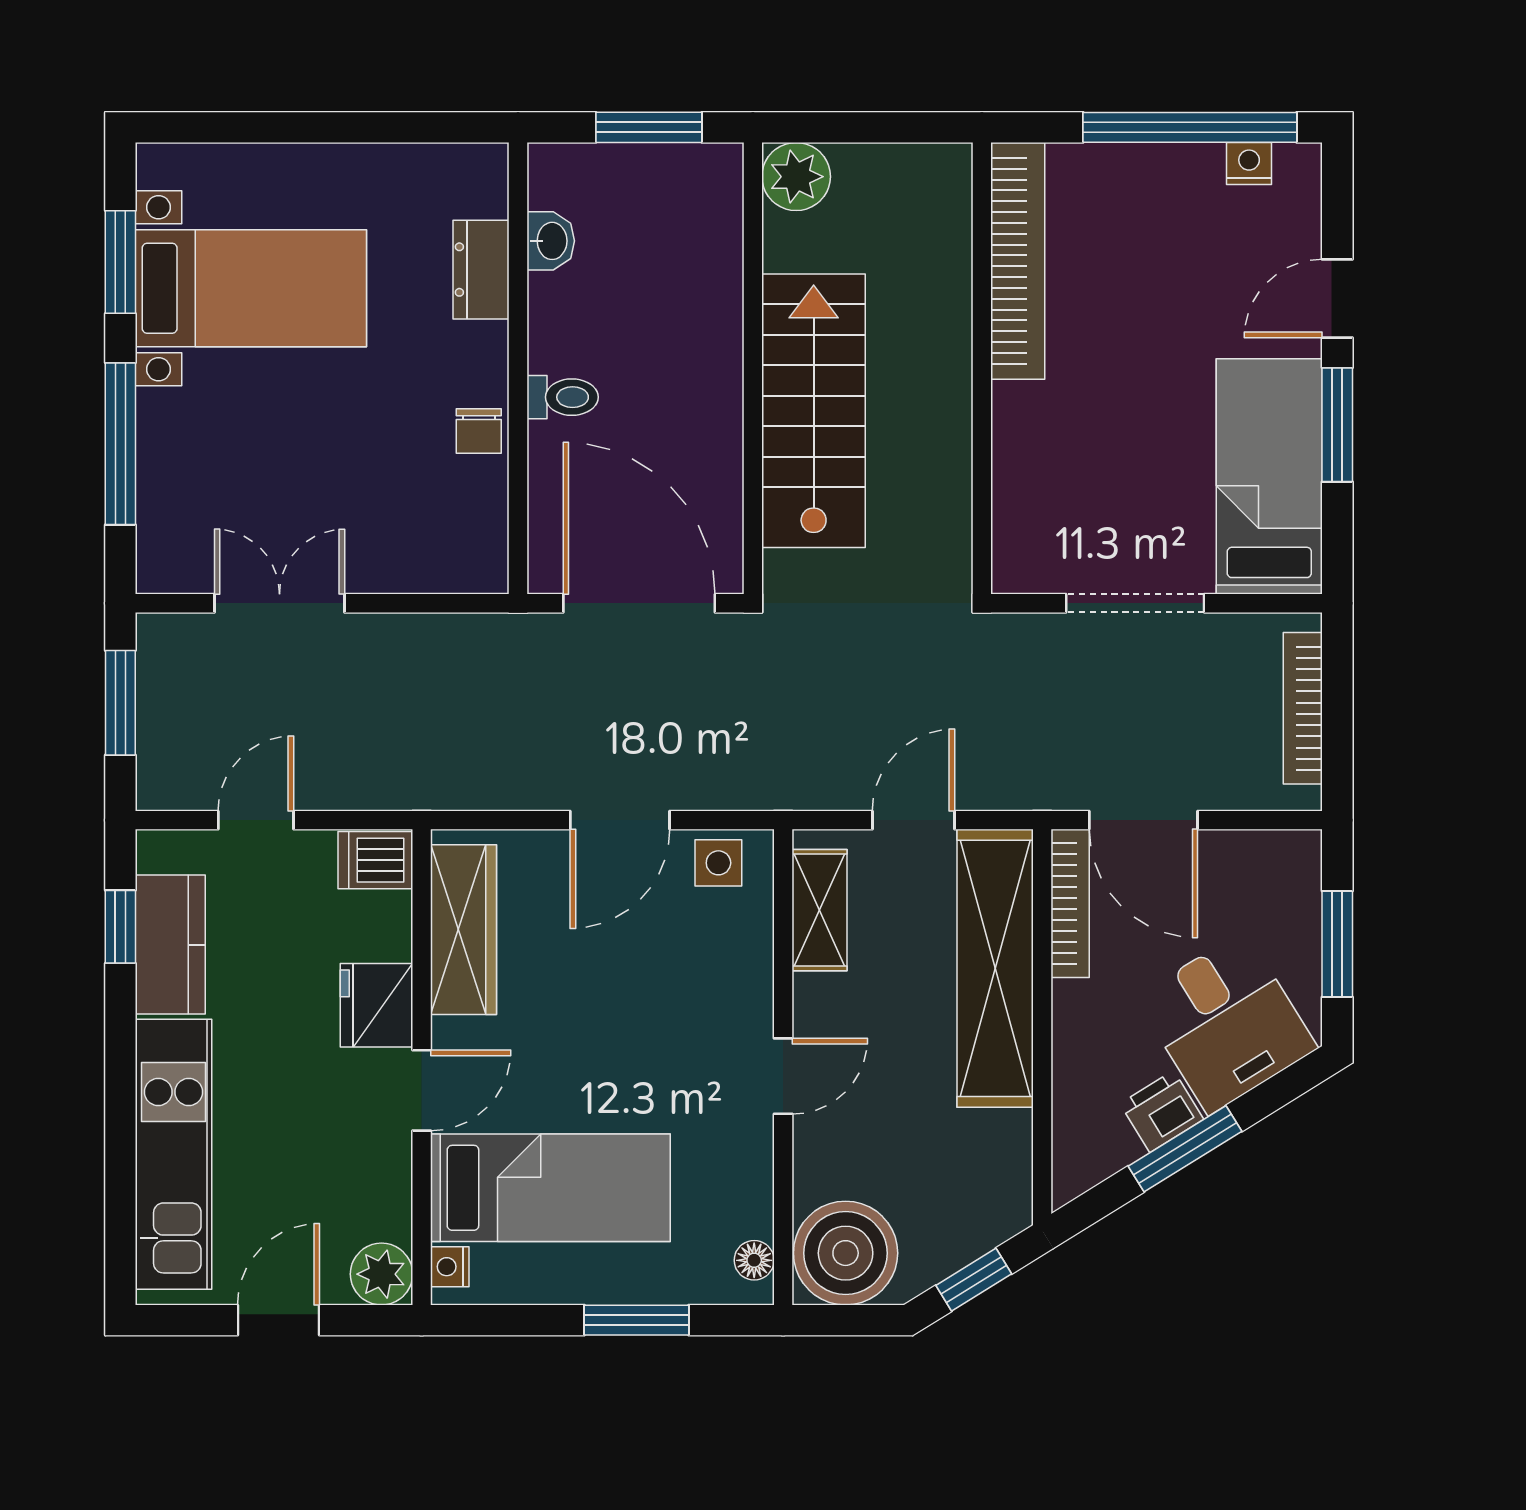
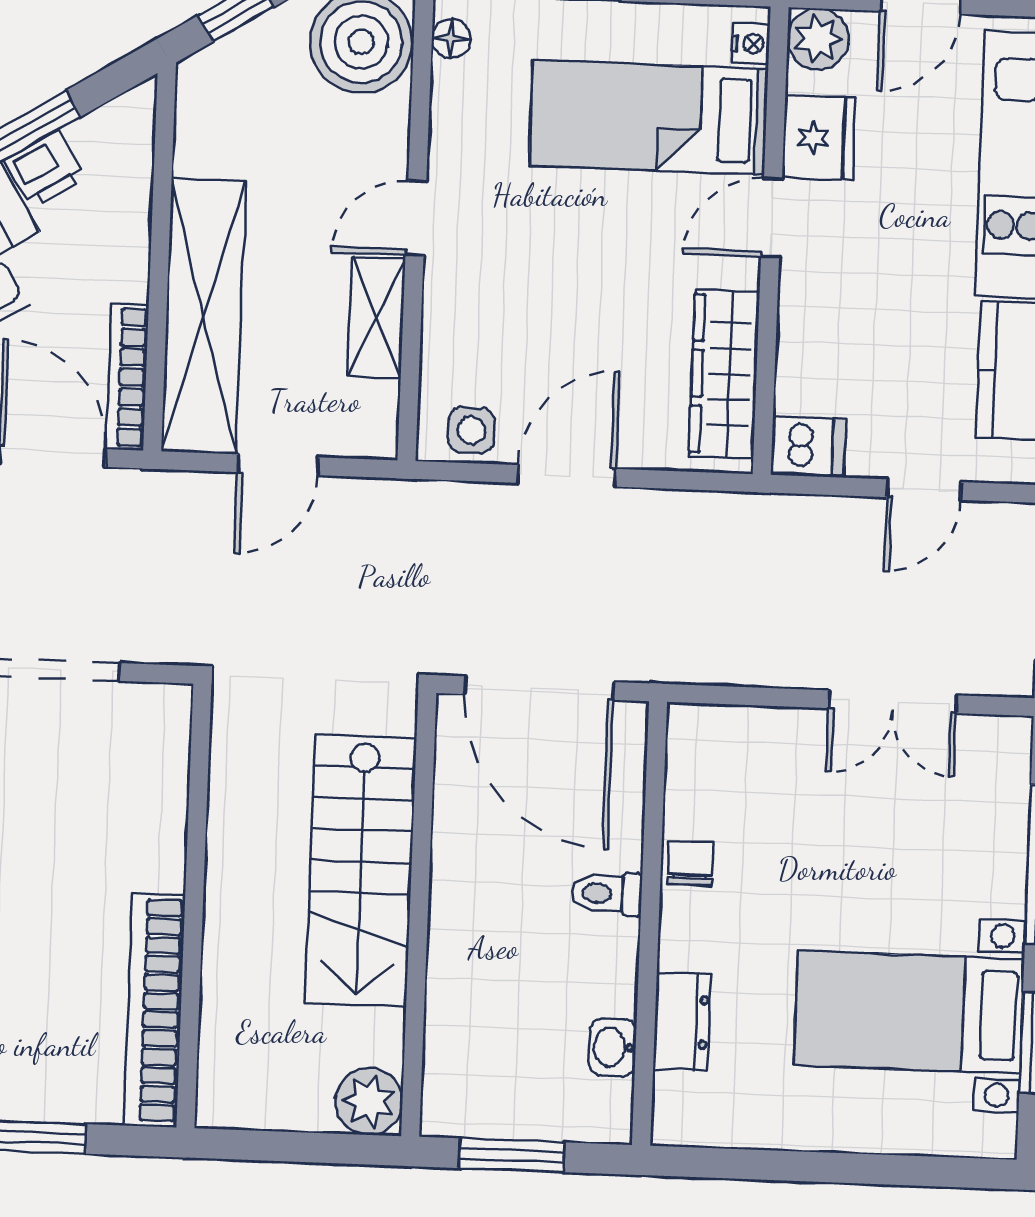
shelving: (819, 910) -> (376, 317), moved
fridge: (376, 1005) -> (819, 138), moved

